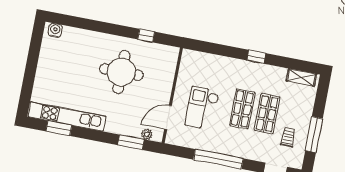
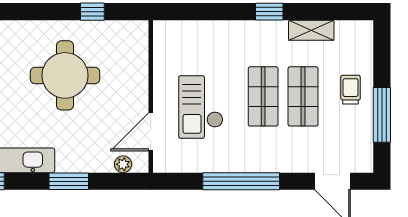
shelving: (301, 78) -> (311, 30), moved
trolley: (288, 137) -> (351, 90), moved
window: (131, 142) -> (69, 181), moved

